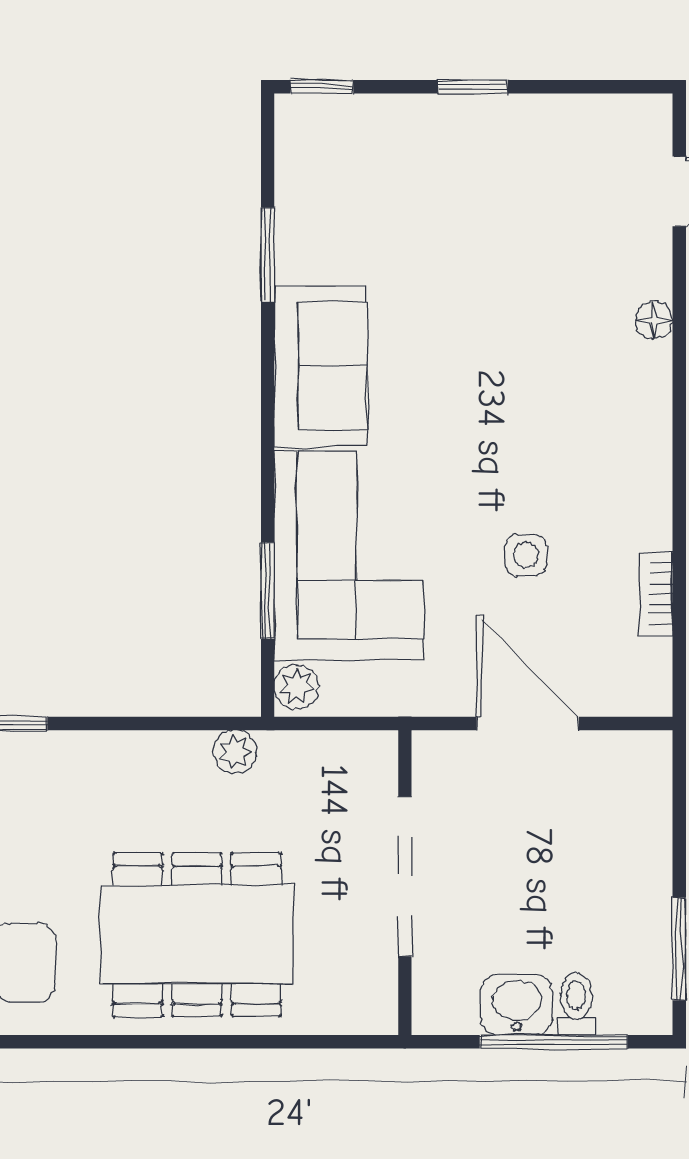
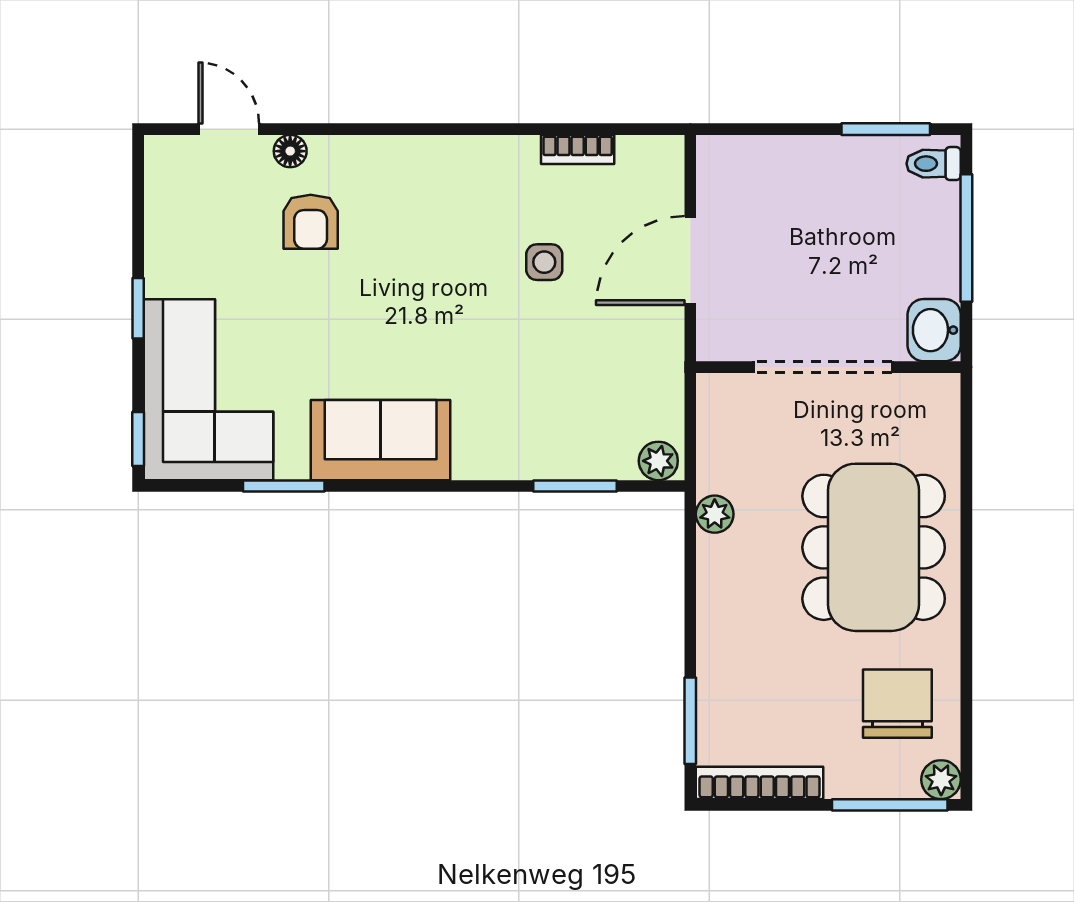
armchair: (572, 286) -> (311, 222), added
floor lamp: (654, 320) -> (290, 151), moved
corner sofa: (349, 555) -> (208, 390), moved, turned 90
toilet: (576, 1004) -> (934, 164), moved
washbasin: (517, 1005) -> (934, 330), moved

